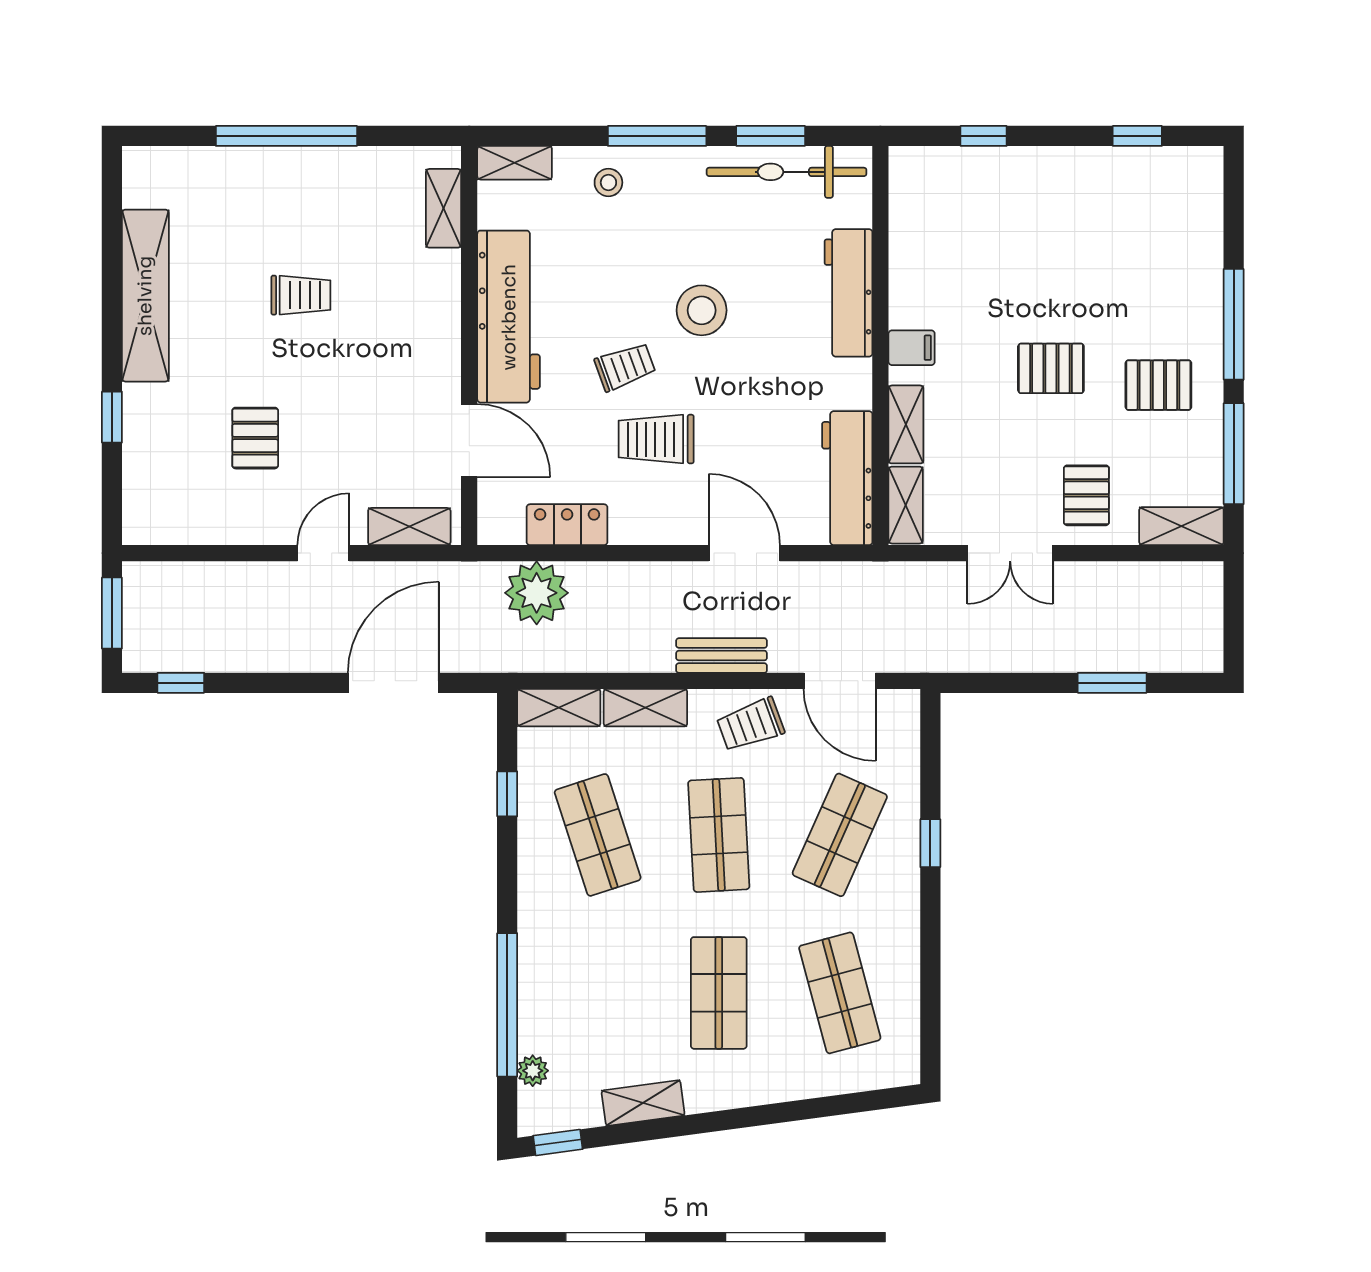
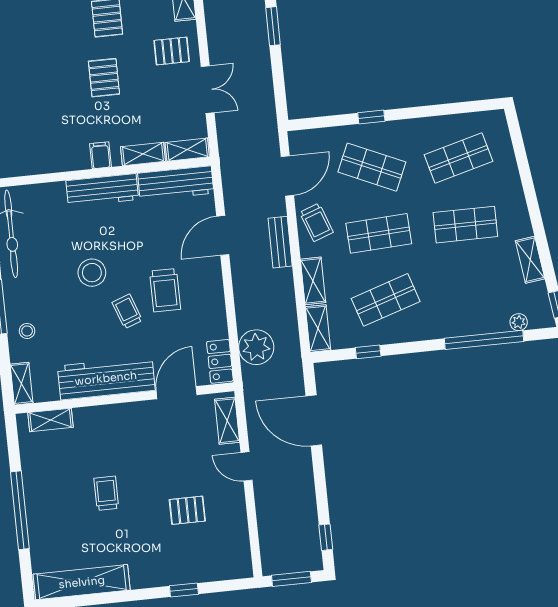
workbench: (848, 293) -> (102, 190), moved
shelving: (145, 296) -> (82, 582), moved
locker: (567, 525) -> (220, 361), moved

